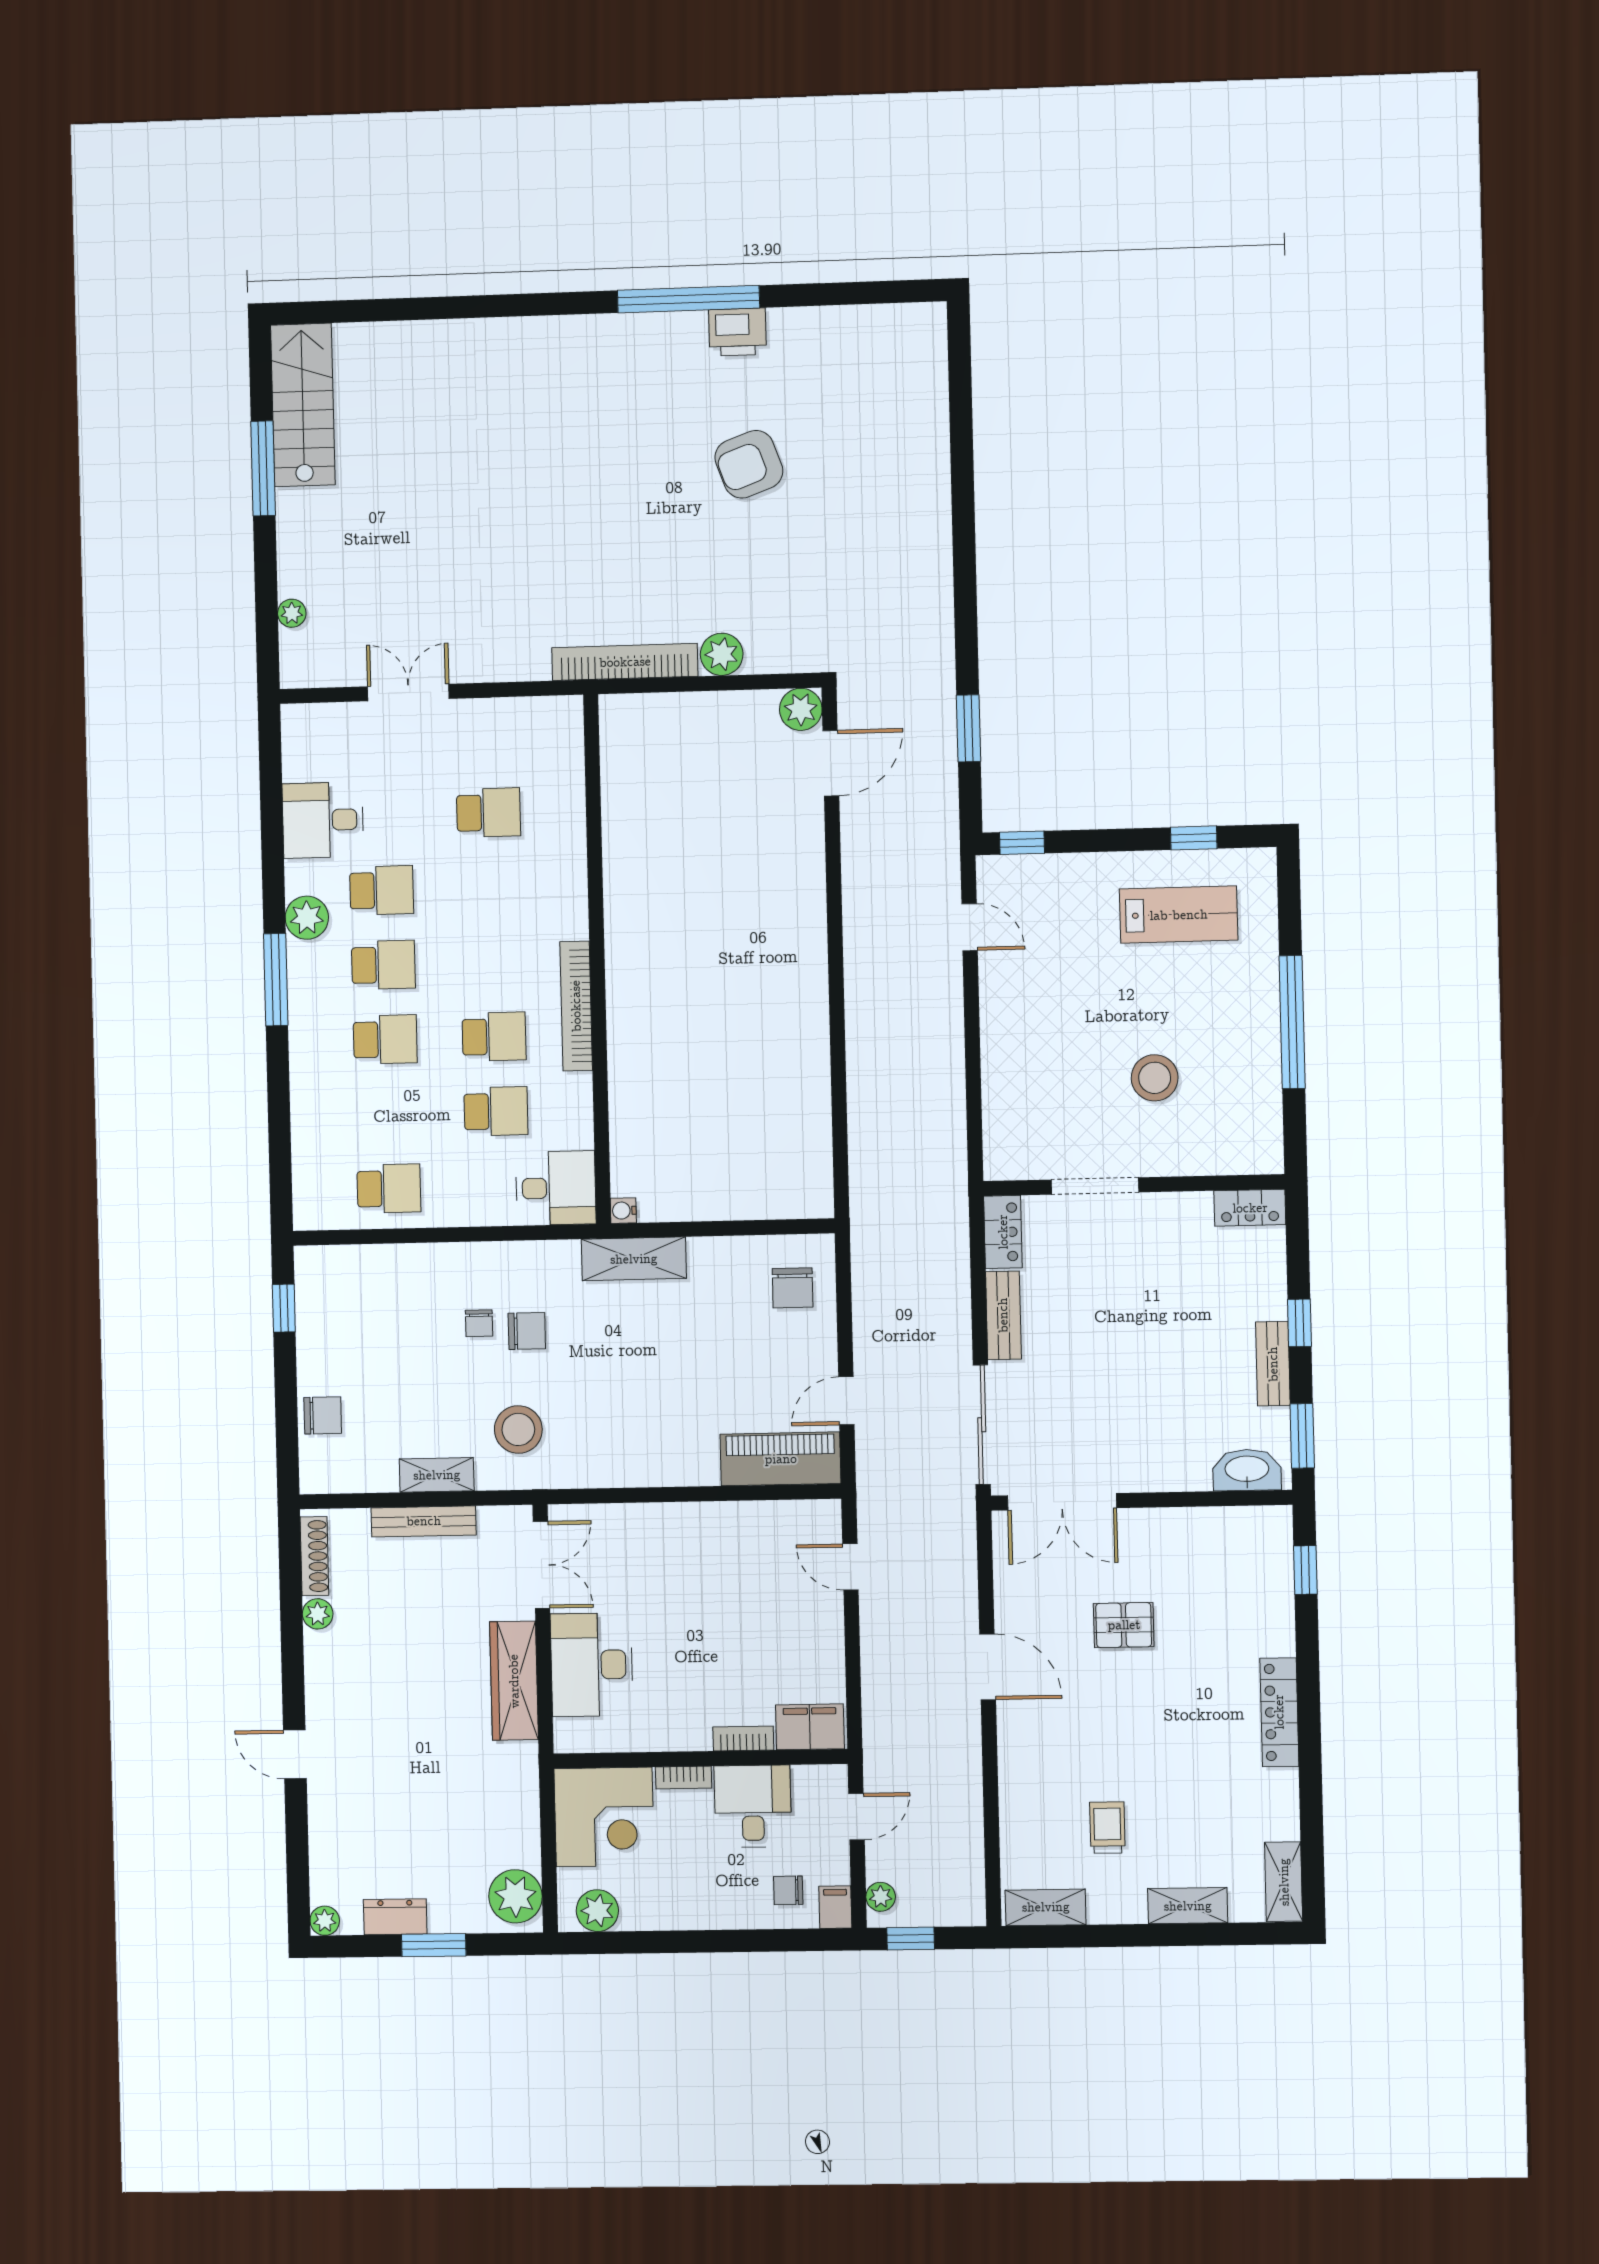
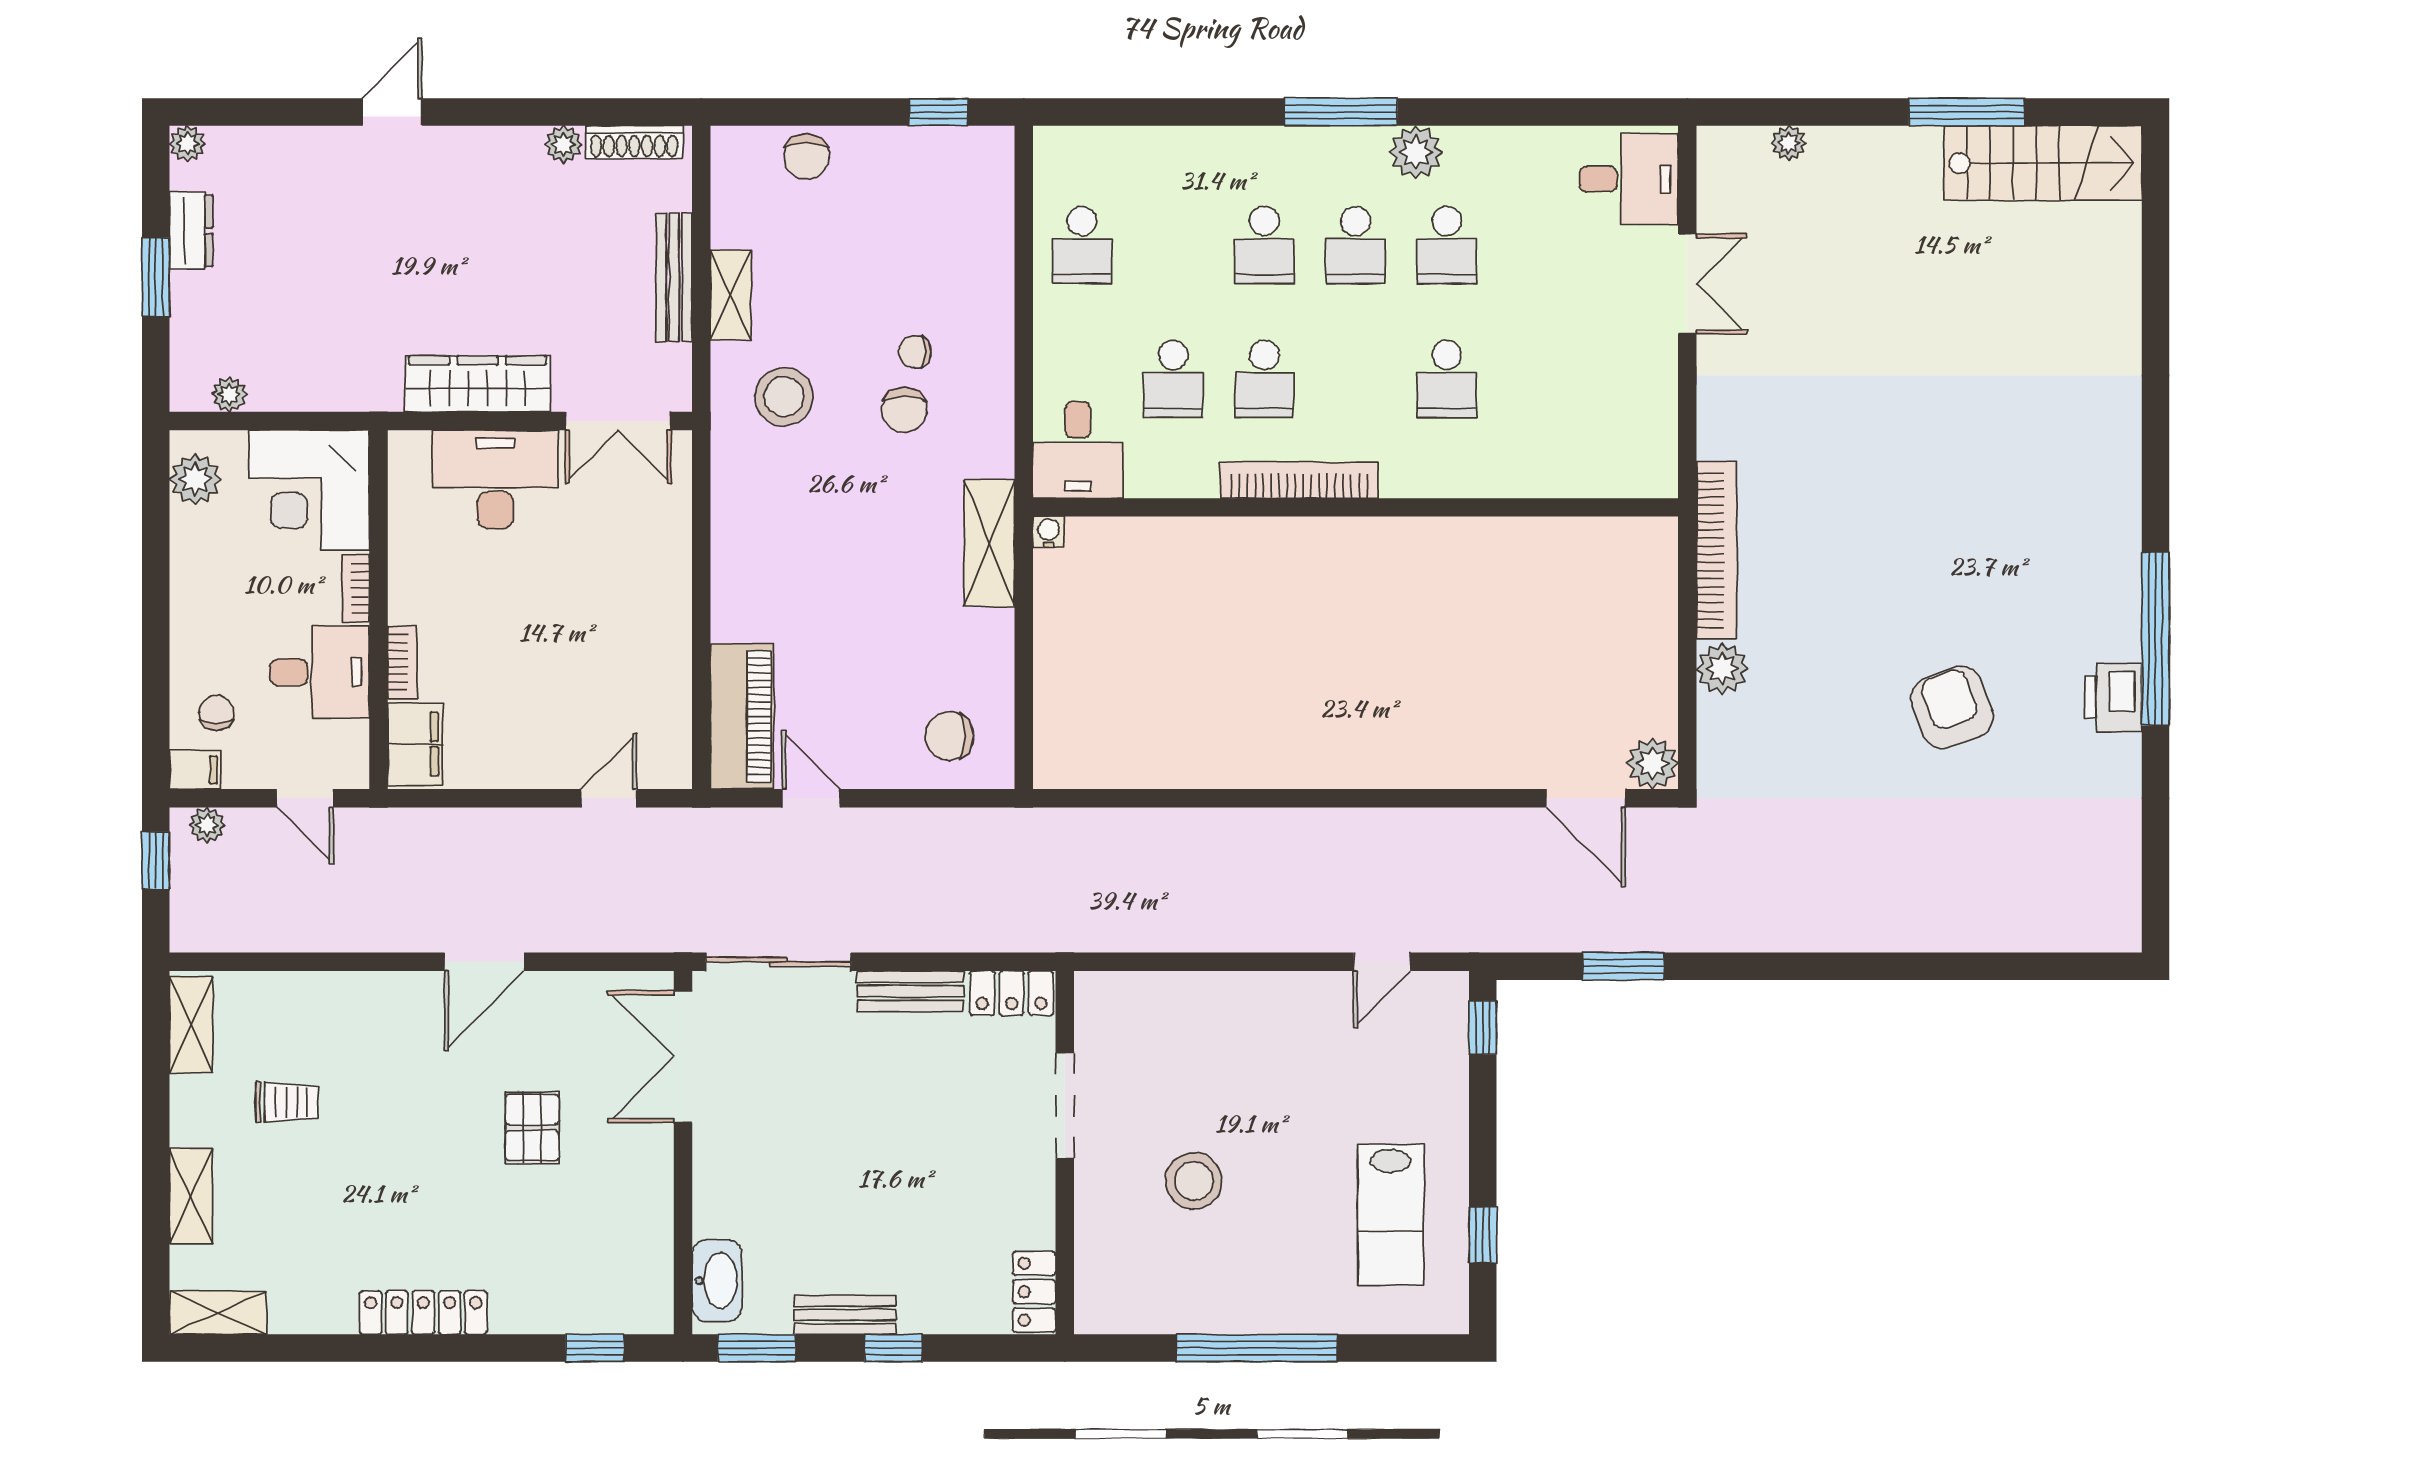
school desk: (489, 813) -> (1447, 379), moved
desk: (323, 820) -> (1629, 179), moved, turned 90
plant: (515, 1896) -> (229, 394), width x0.53, depth x0.53

